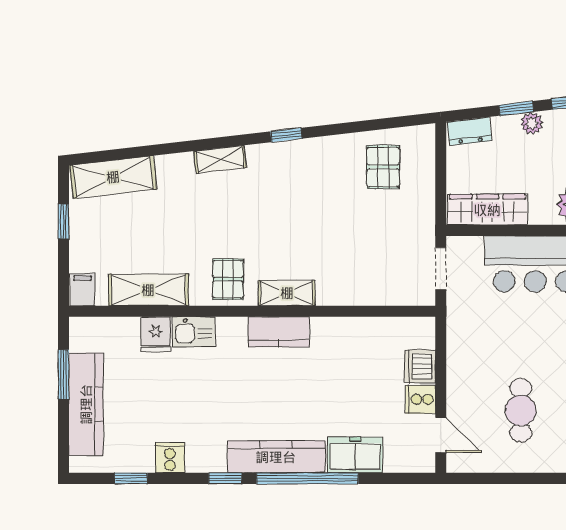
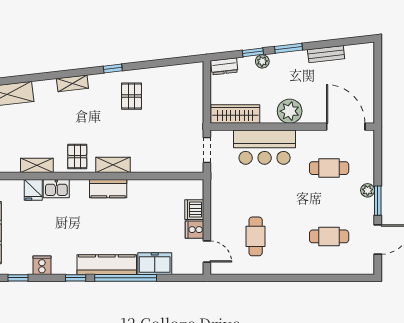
pallet: (383, 167) -> (131, 96), moved
shelving: (148, 290) -> (37, 165), width x0.67, depth x0.75

